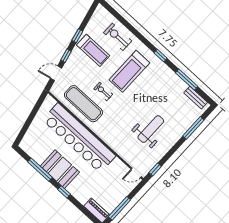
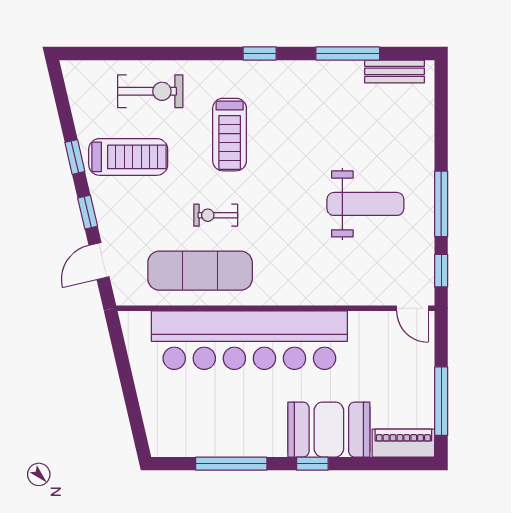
exercise bike: (118, 37) -> (150, 91), turned 180
treadmill: (129, 71) -> (230, 135), width x0.73, depth x0.73
window: (193, 128) -> (441, 204), moved
weight bench: (151, 129) -> (365, 204), turned 90
booth: (60, 169) -> (329, 430), moved
door: (136, 173) -> (412, 308), hinge flipped

